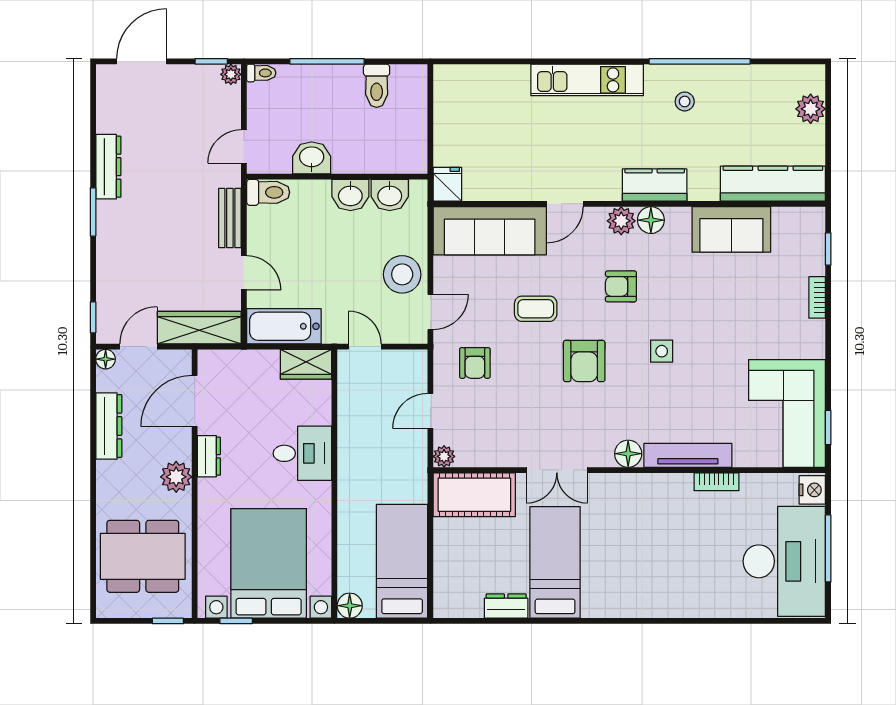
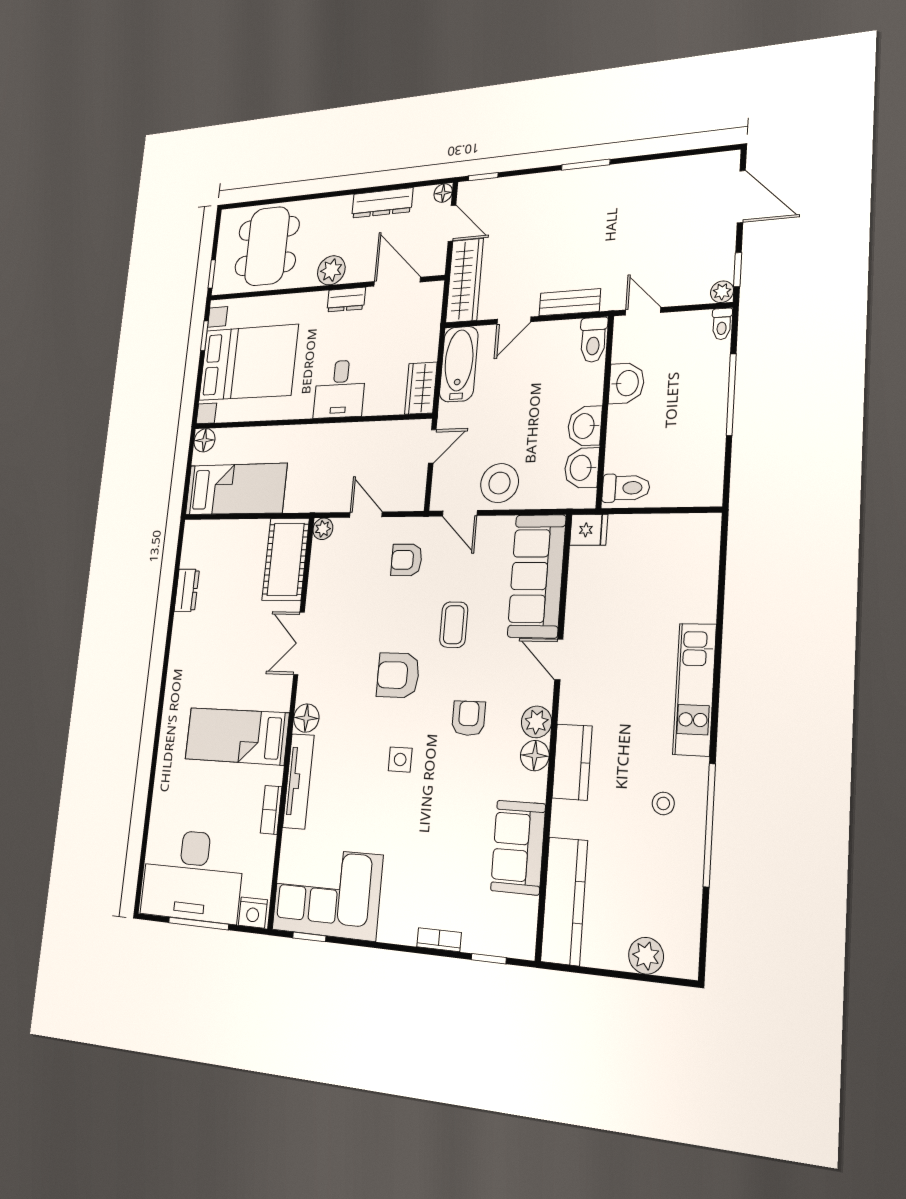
toilet: (377, 86) -> (626, 488), moved, turned 180
dresser: (108, 167) -> (631, 175), removed
bed: (555, 562) -> (237, 736), moved, turned 180

